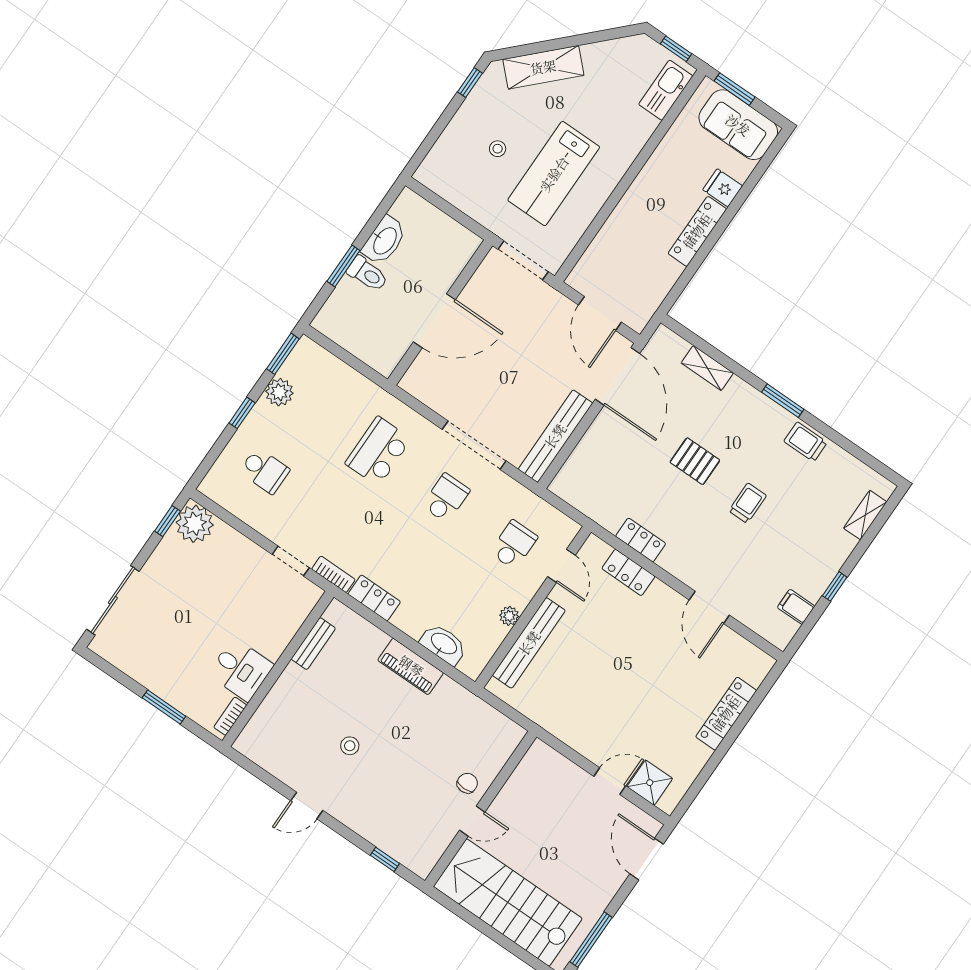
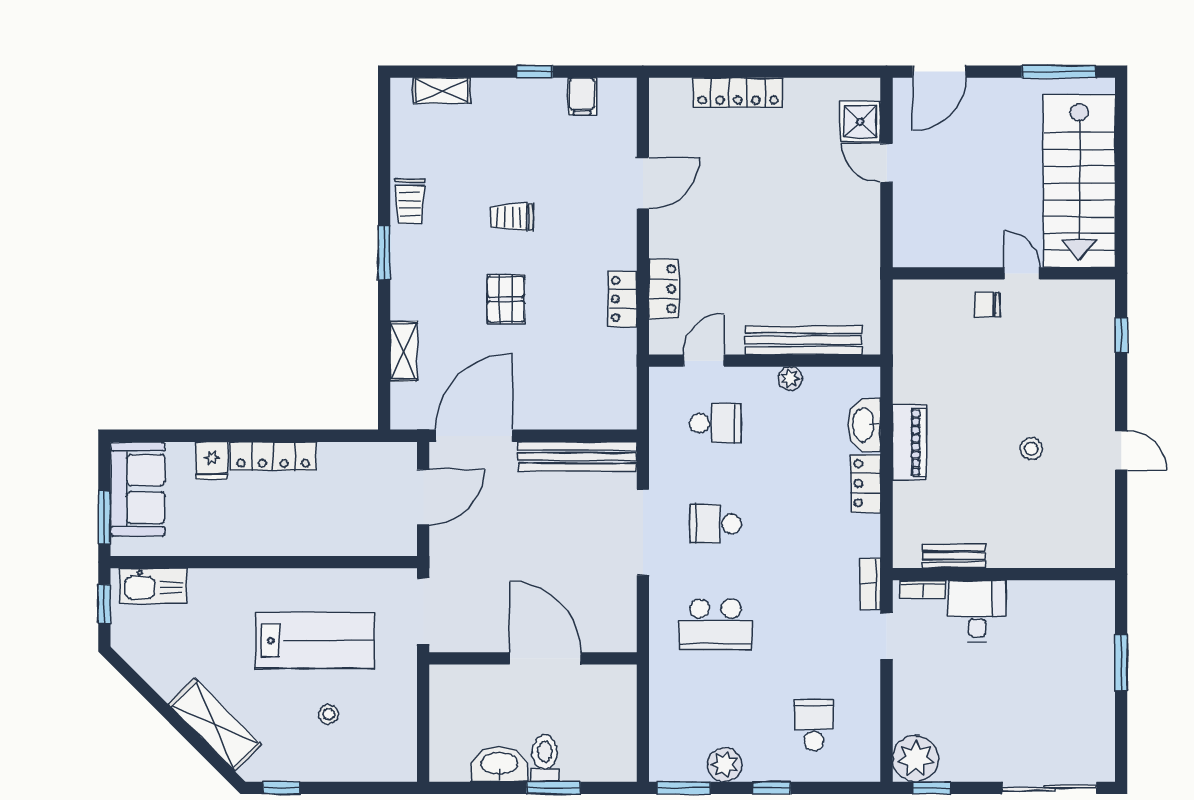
school desk: (514, 545) -> (715, 423), turned 180
locker: (374, 598) -> (866, 483), moved
desk: (241, 670) -> (977, 611), moved
bookcase: (230, 716) -> (923, 589), moved

